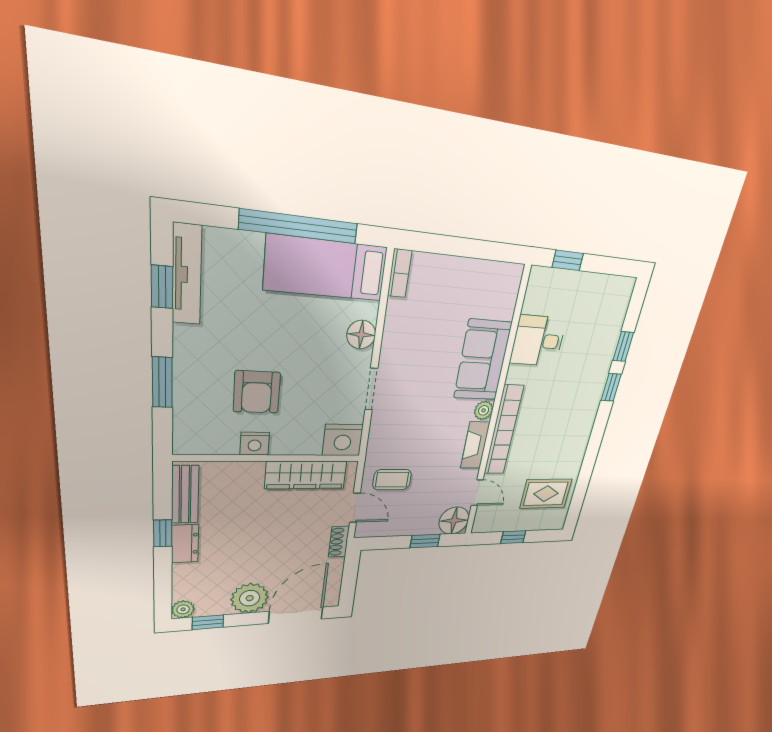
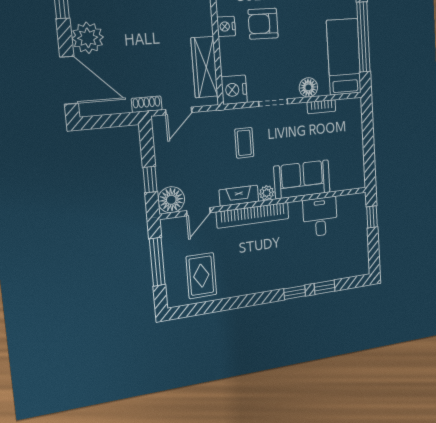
bookcase: (400, 273) -> (321, 107), moved
coffee table: (392, 480) -> (244, 143), moved
window: (513, 537) -> (157, 262), width x2.17

